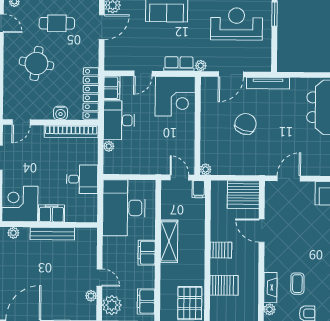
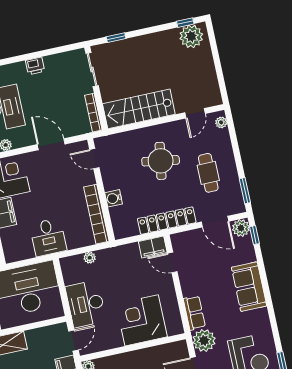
plant: (201, 66) -> (204, 340), width x1.87, depth x1.87
door: (143, 73) -> (172, 262), moved
locker: (91, 93) -> (167, 221), moved
corner desk: (175, 96) -> (142, 320), moved, turned 90
desk: (119, 120) -> (86, 304), moved, turned -90

